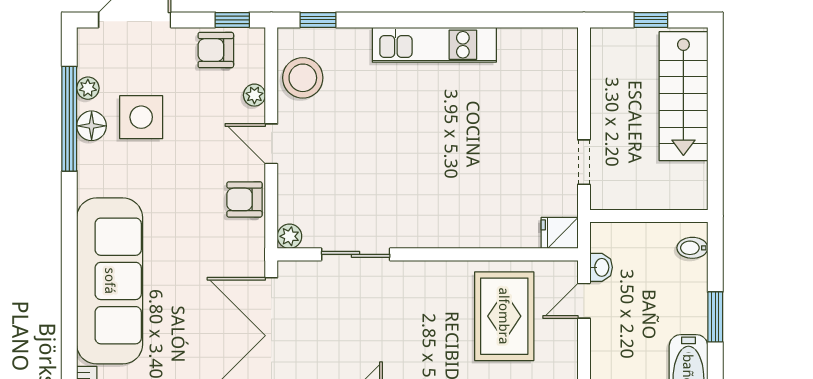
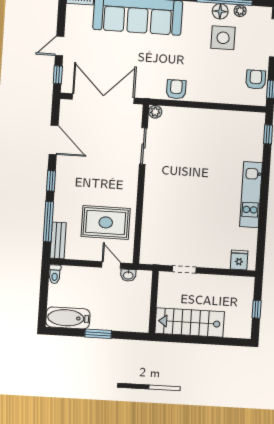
stool: (303, 78) -> (238, 124), removed
plant: (254, 95) -> (231, 98), removed
stairs: (683, 96) -> (190, 322), moved
door: (271, 144) -> (205, 105), removed
fridge: (560, 233) -> (239, 260), moved
bidet: (692, 248) -> (135, 324), removed

